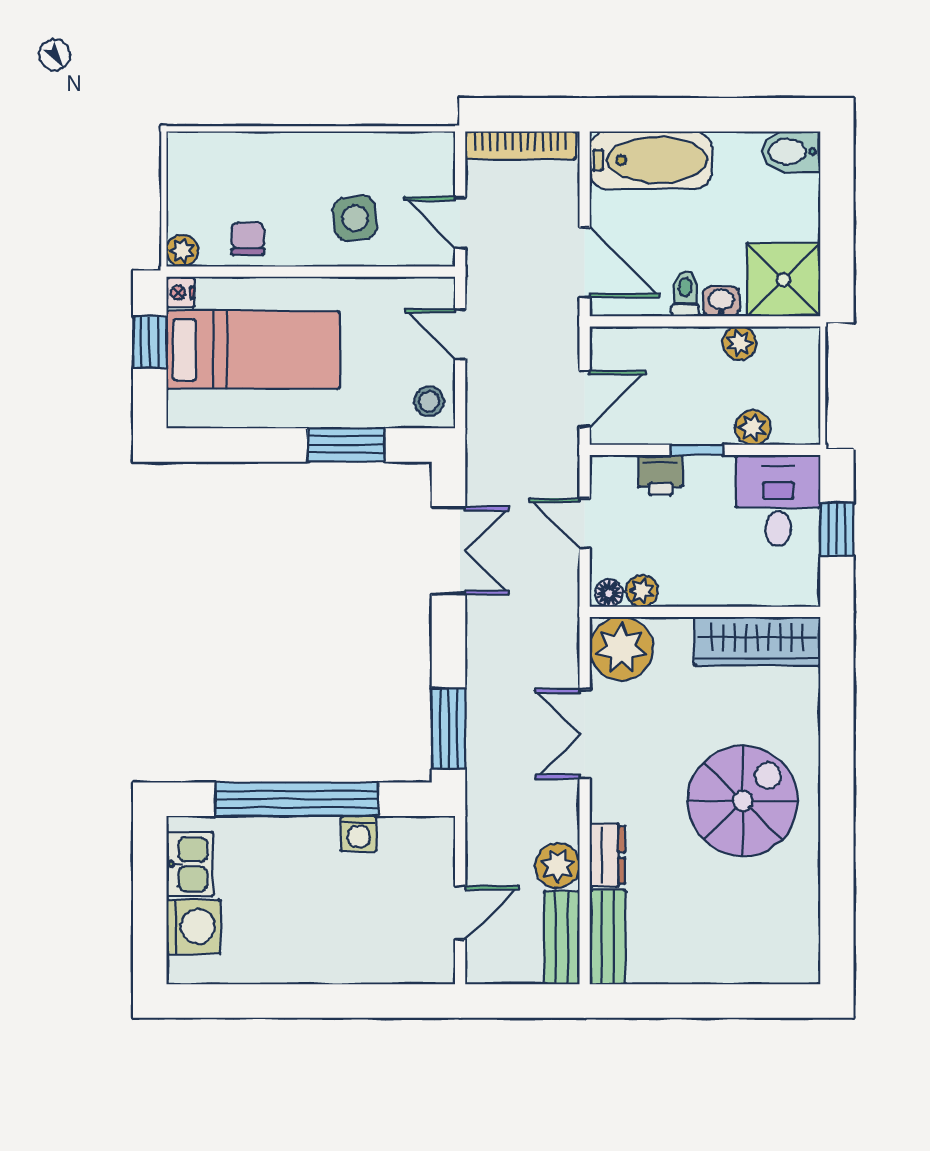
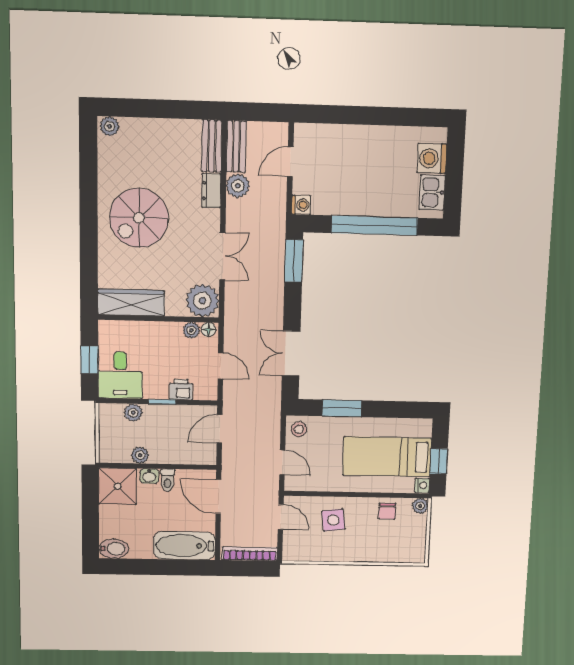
washing machine: (359, 834) -> (301, 205), moved, turned 90
plant: (798, 967) -> (109, 126), added

